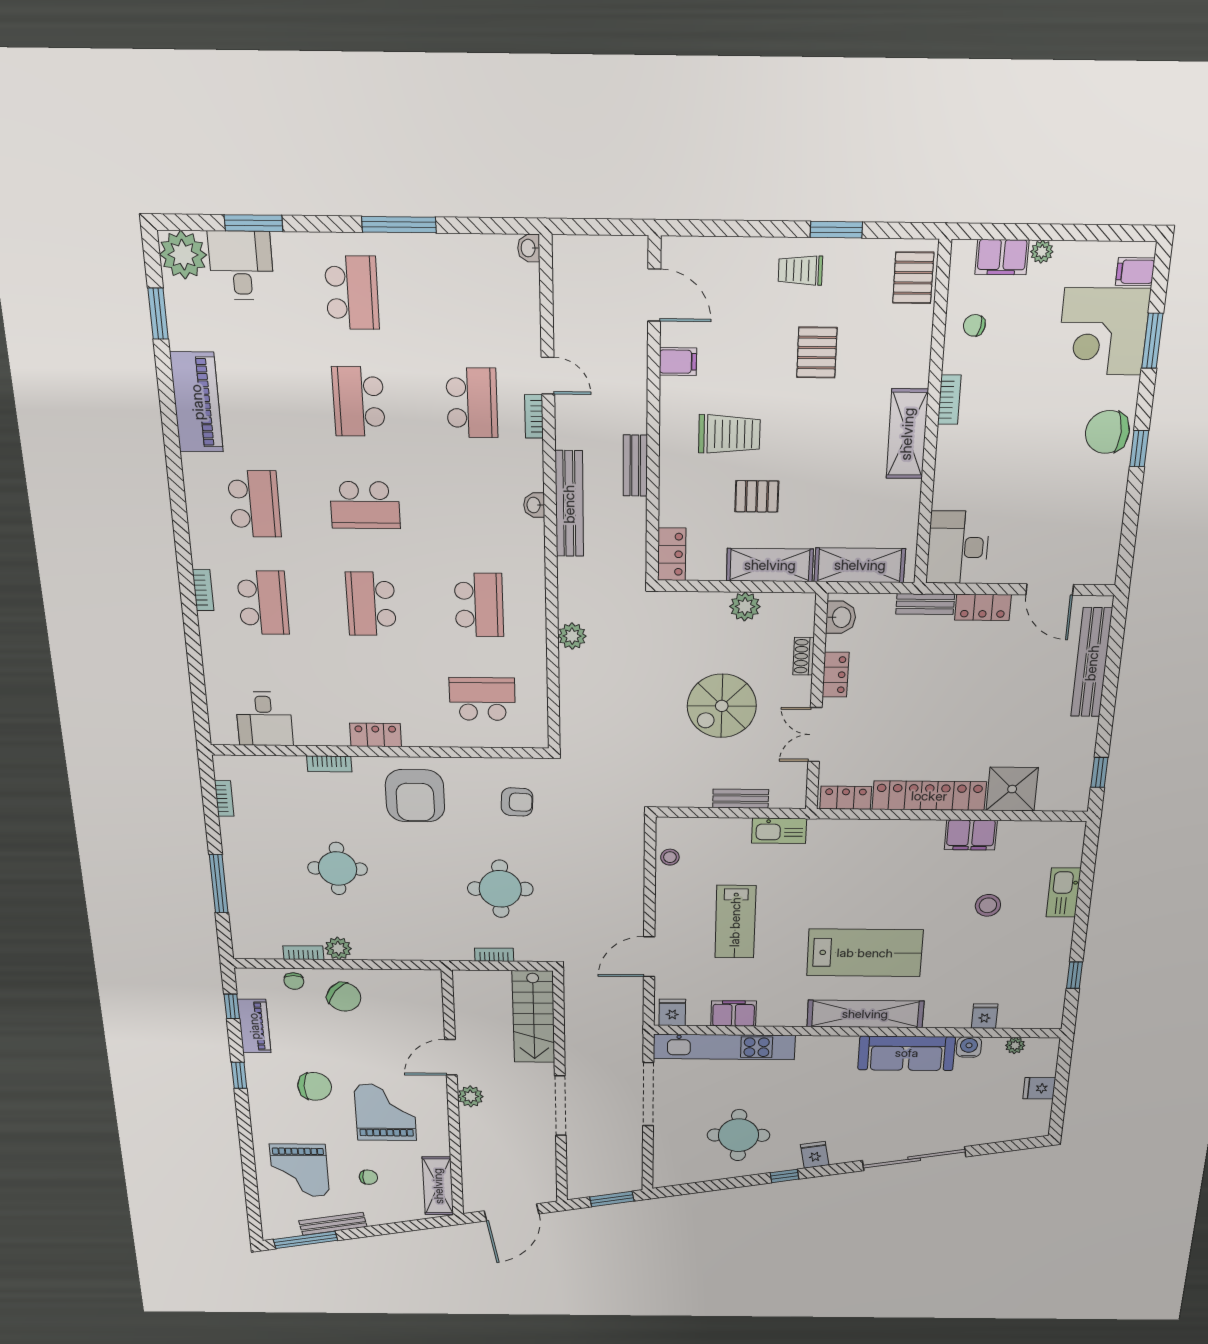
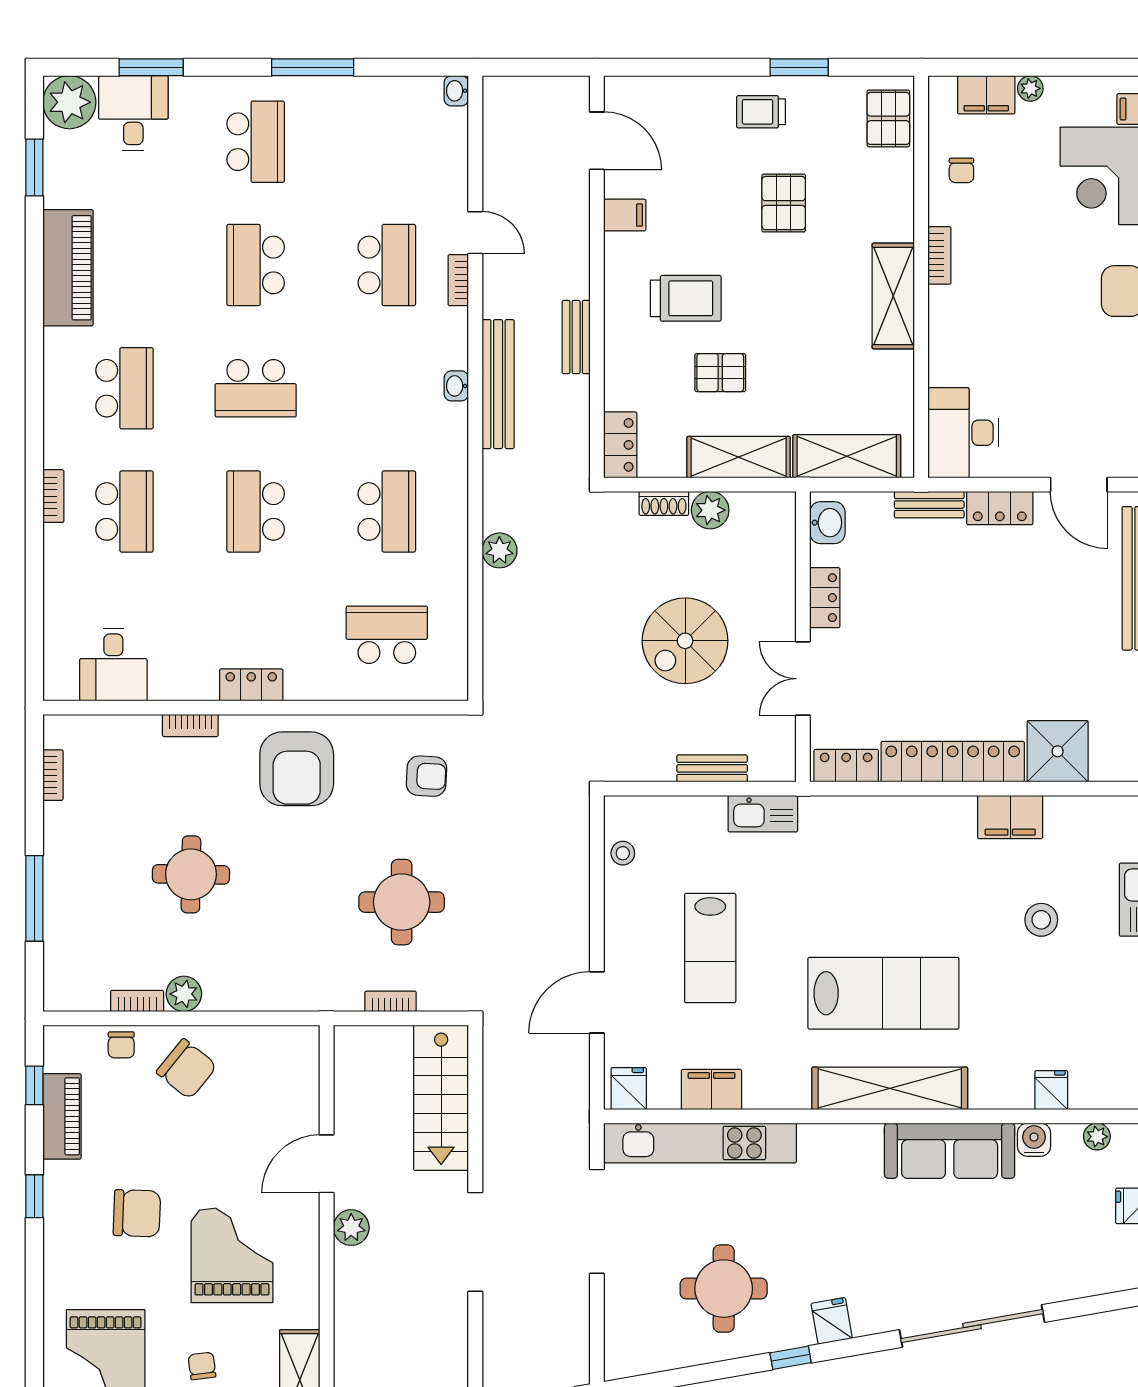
chair: (974, 325) -> (961, 170), turned -101
shoe rack: (804, 656) -> (664, 503), moved, turned -90
chair: (368, 1177) -> (202, 1366), turned -97

